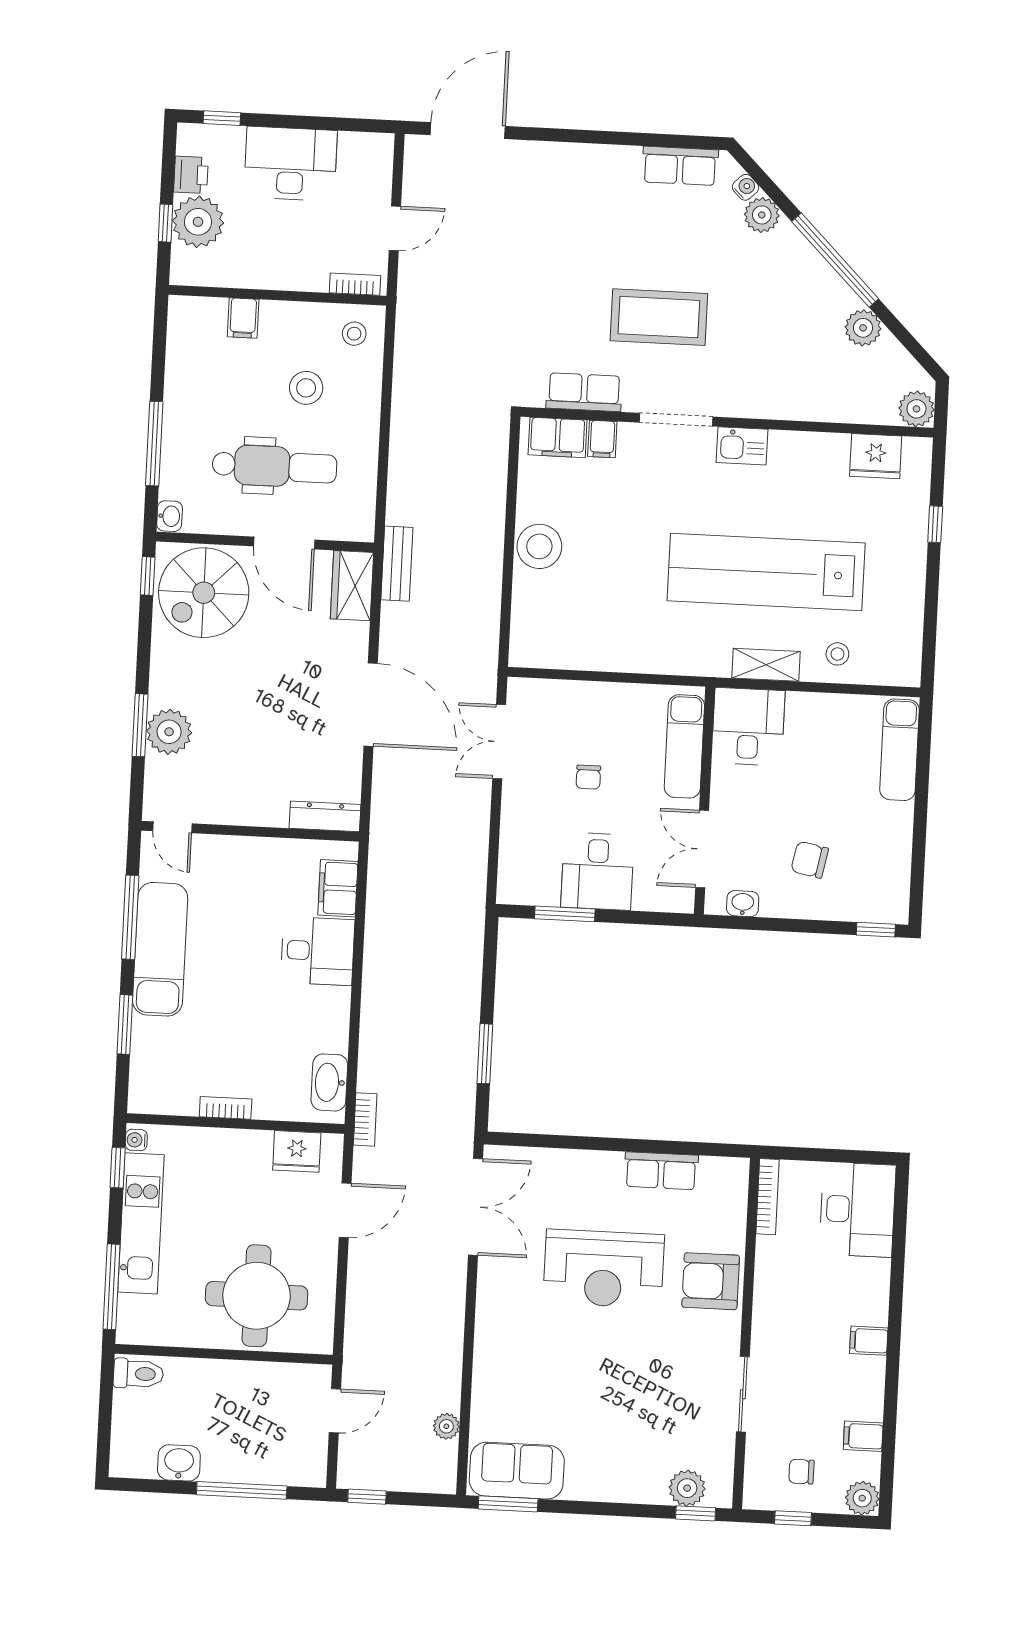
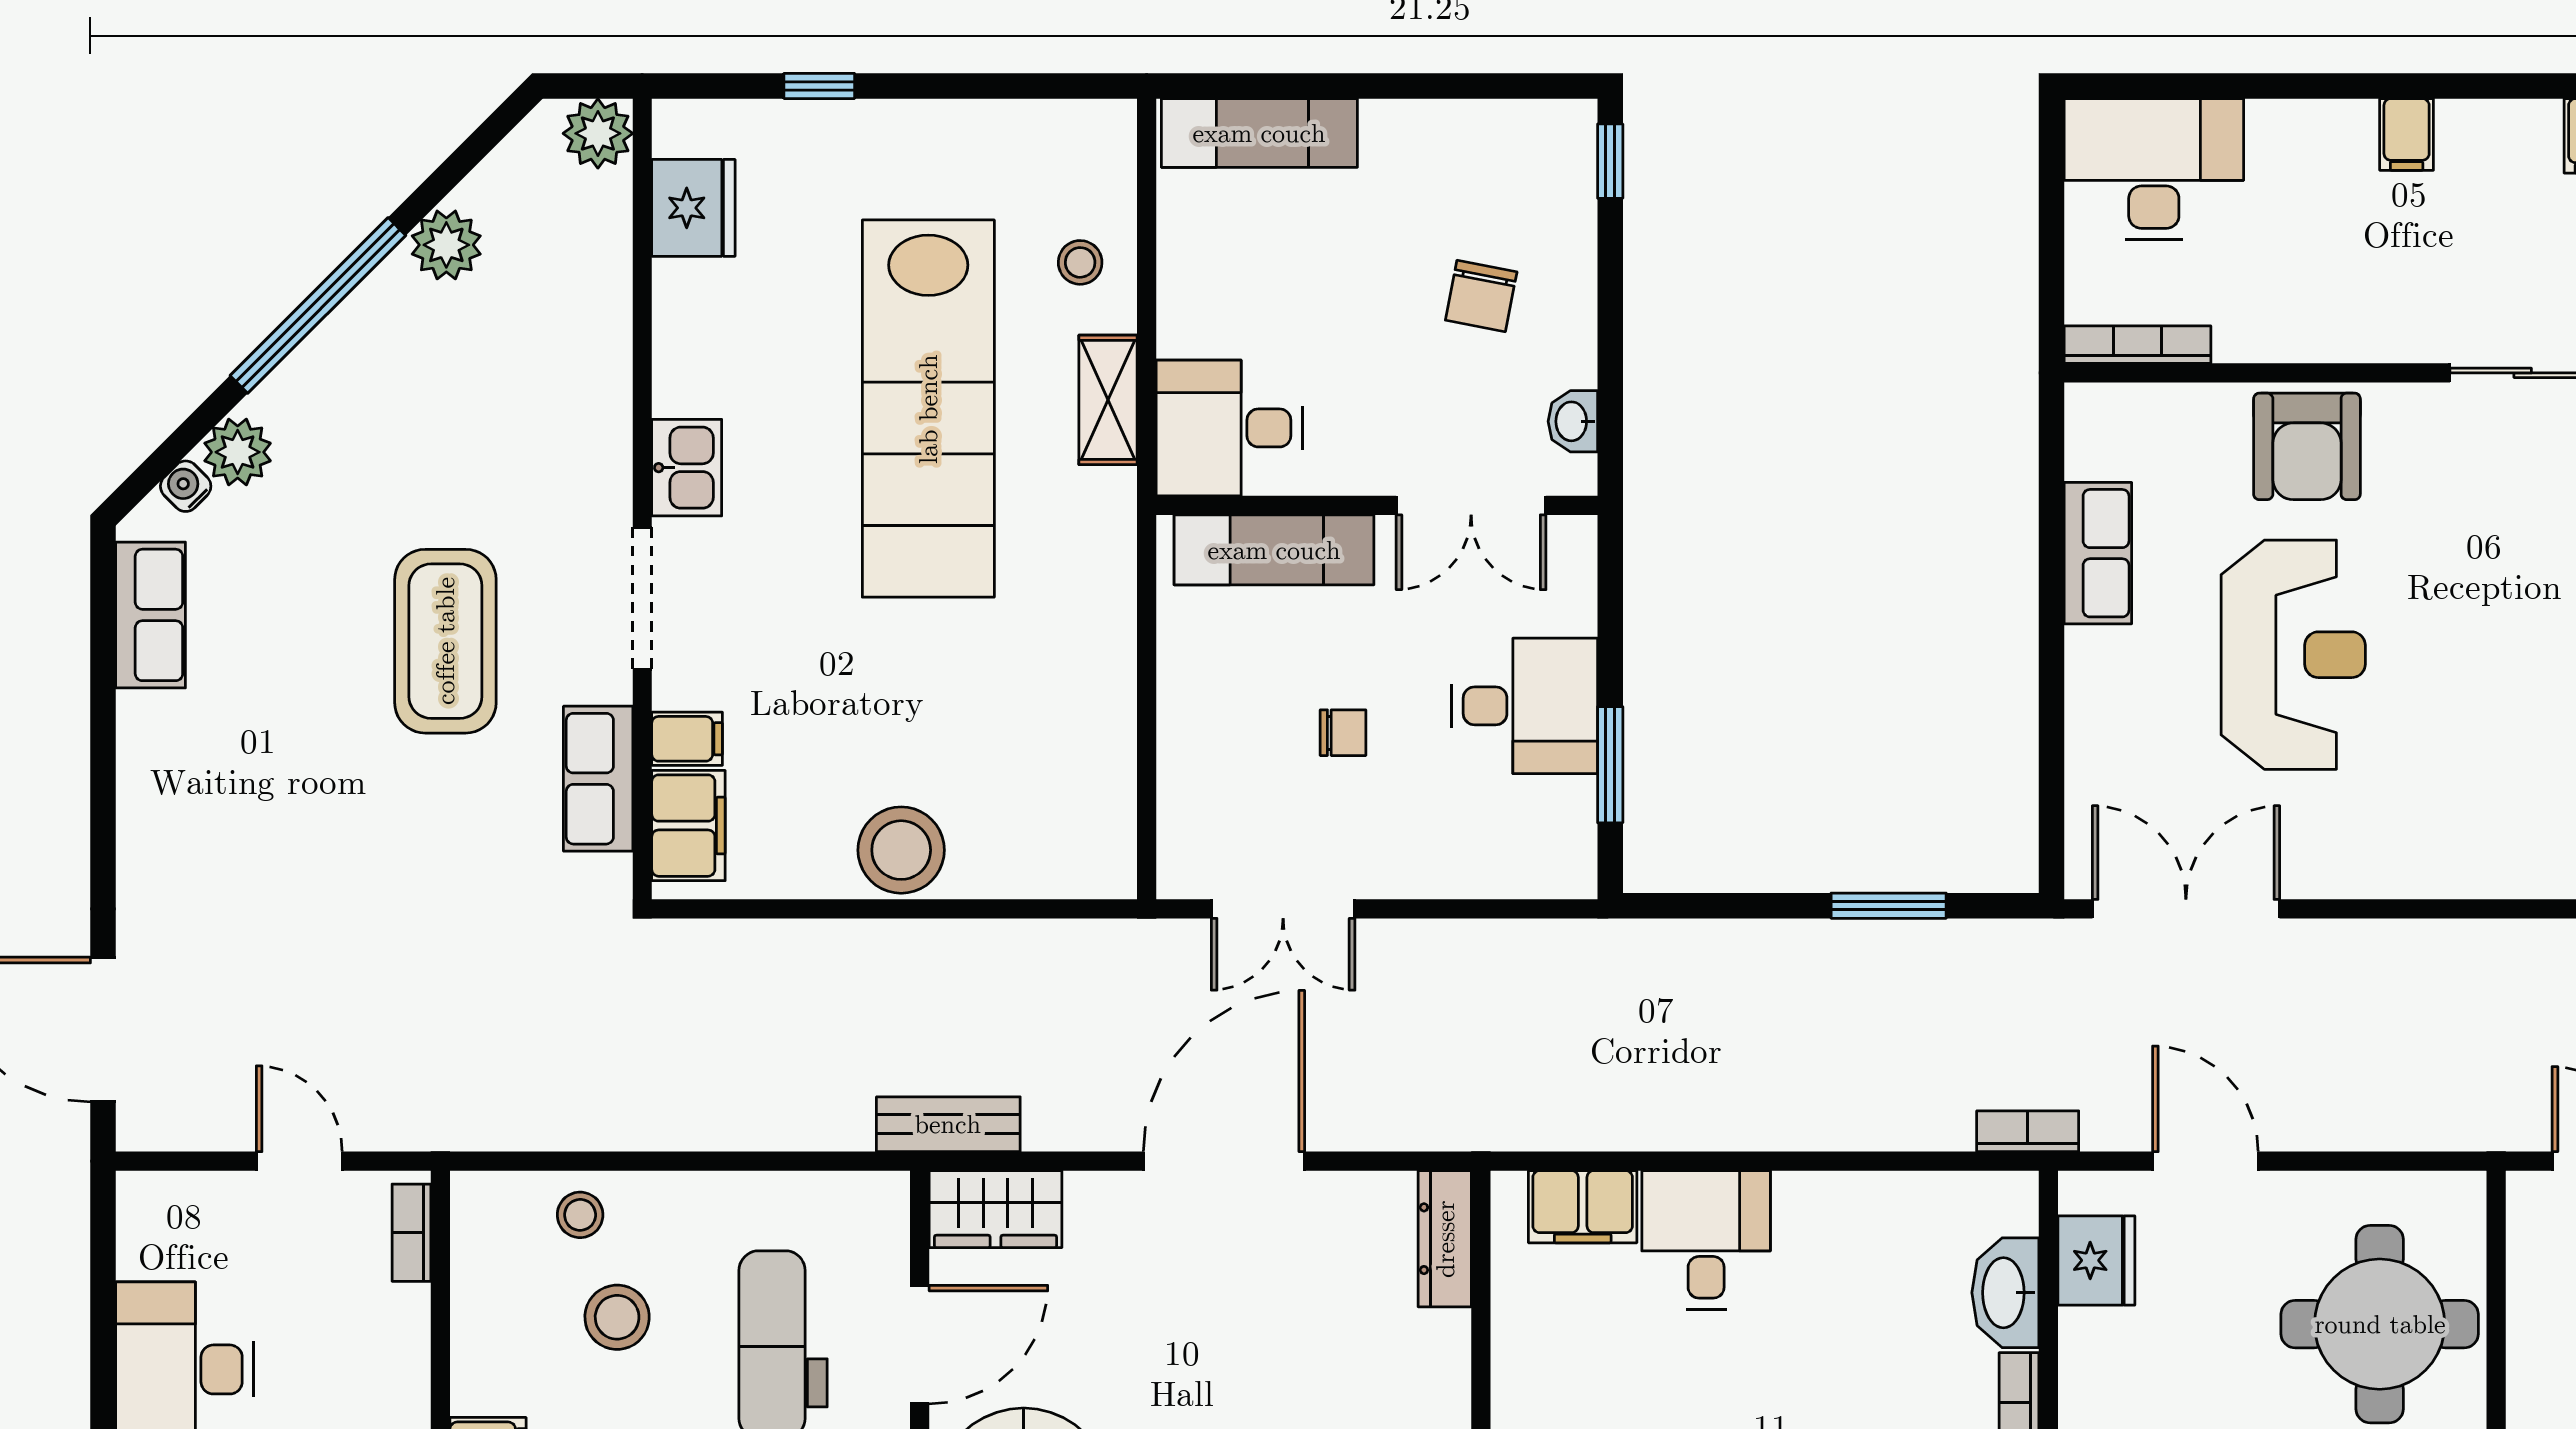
stool: (354, 334) -> (580, 1215), moved
washbasin: (329, 1082) -> (2005, 1293), moved, turned 90

